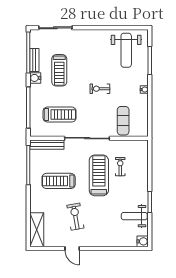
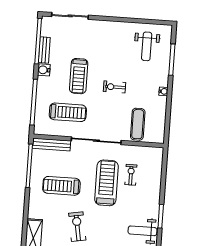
weight bench: (126, 50) -> (147, 46), width x0.73, depth x0.75
treadmill: (59, 70) -> (79, 76), moved

